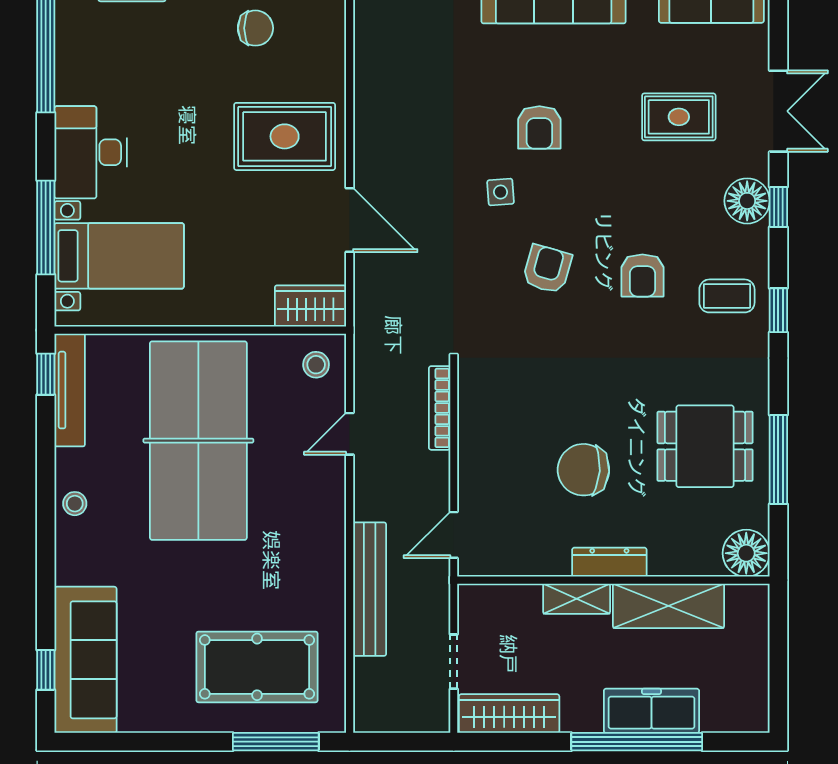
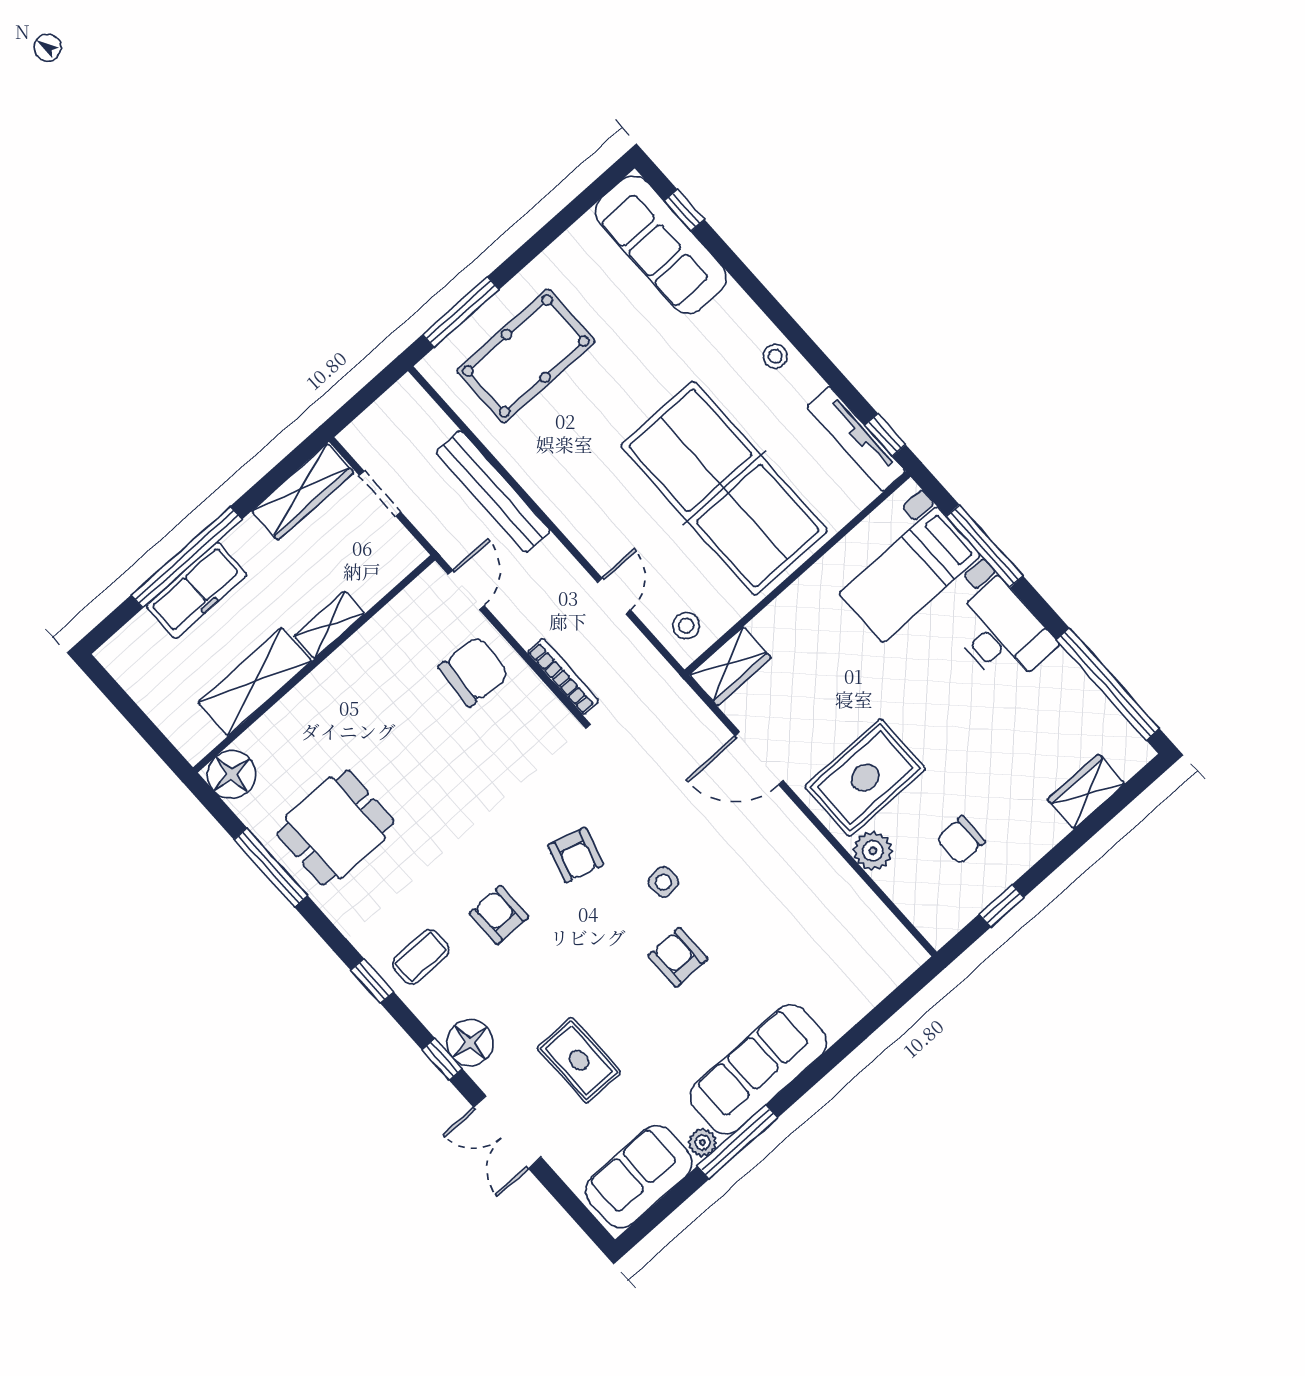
plant: (327, 78) -> (873, 851), added
rug: (679, 117) -> (579, 1060), turned 90
chair: (583, 470) -> (474, 671), moved
dresser: (609, 562) -> (329, 675), removed

